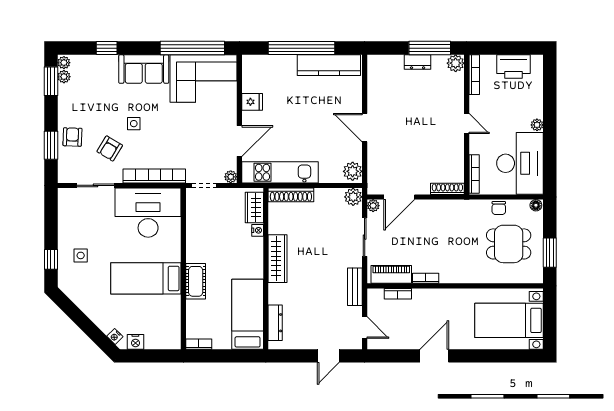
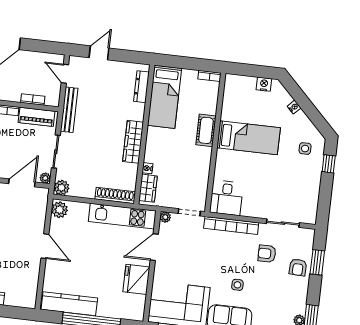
fridge: (252, 102) -> (136, 279), width x1.88, depth x1.34
side table: (134, 124) -> (237, 285), moved
armchair: (110, 148) -> (267, 254), turned -121
desk: (148, 213) -> (226, 198), width x0.53, depth x0.77
side table: (81, 255) -> (305, 149), moved
bench: (355, 287) -> (69, 110), width x1.36
nightstand: (115, 336) -> (294, 107), moved

